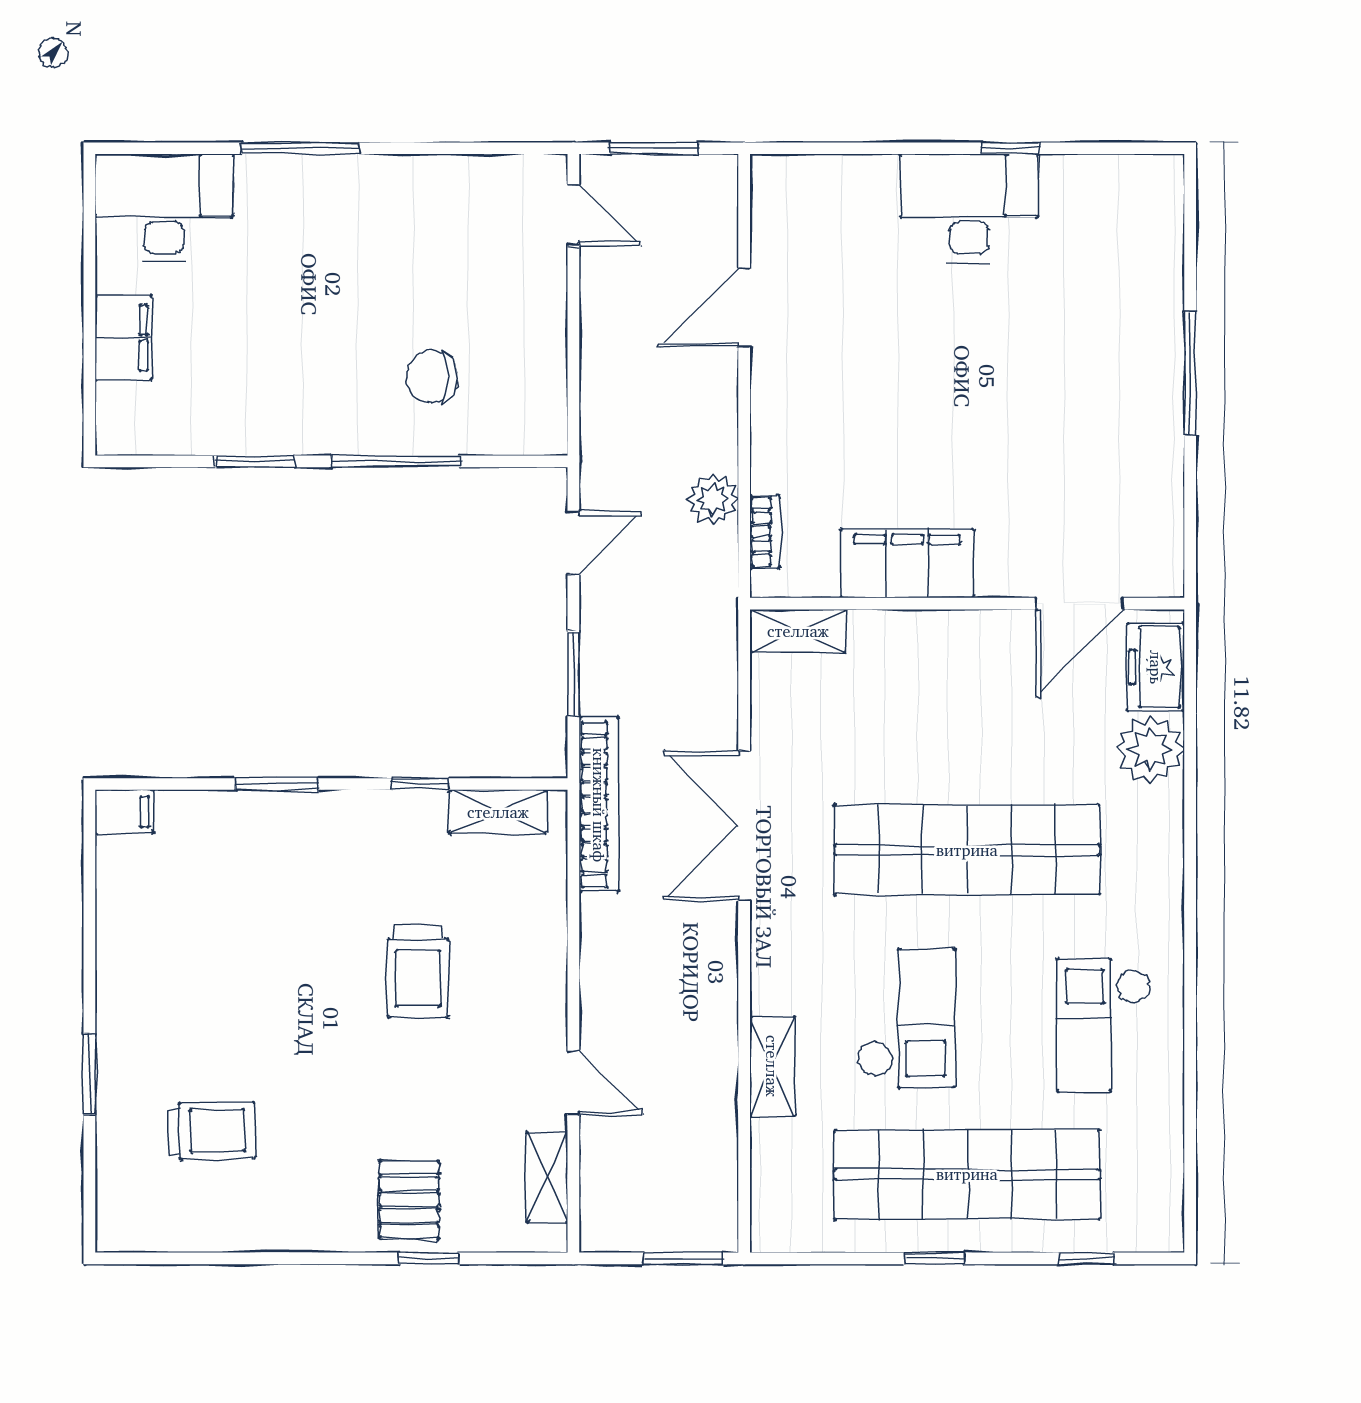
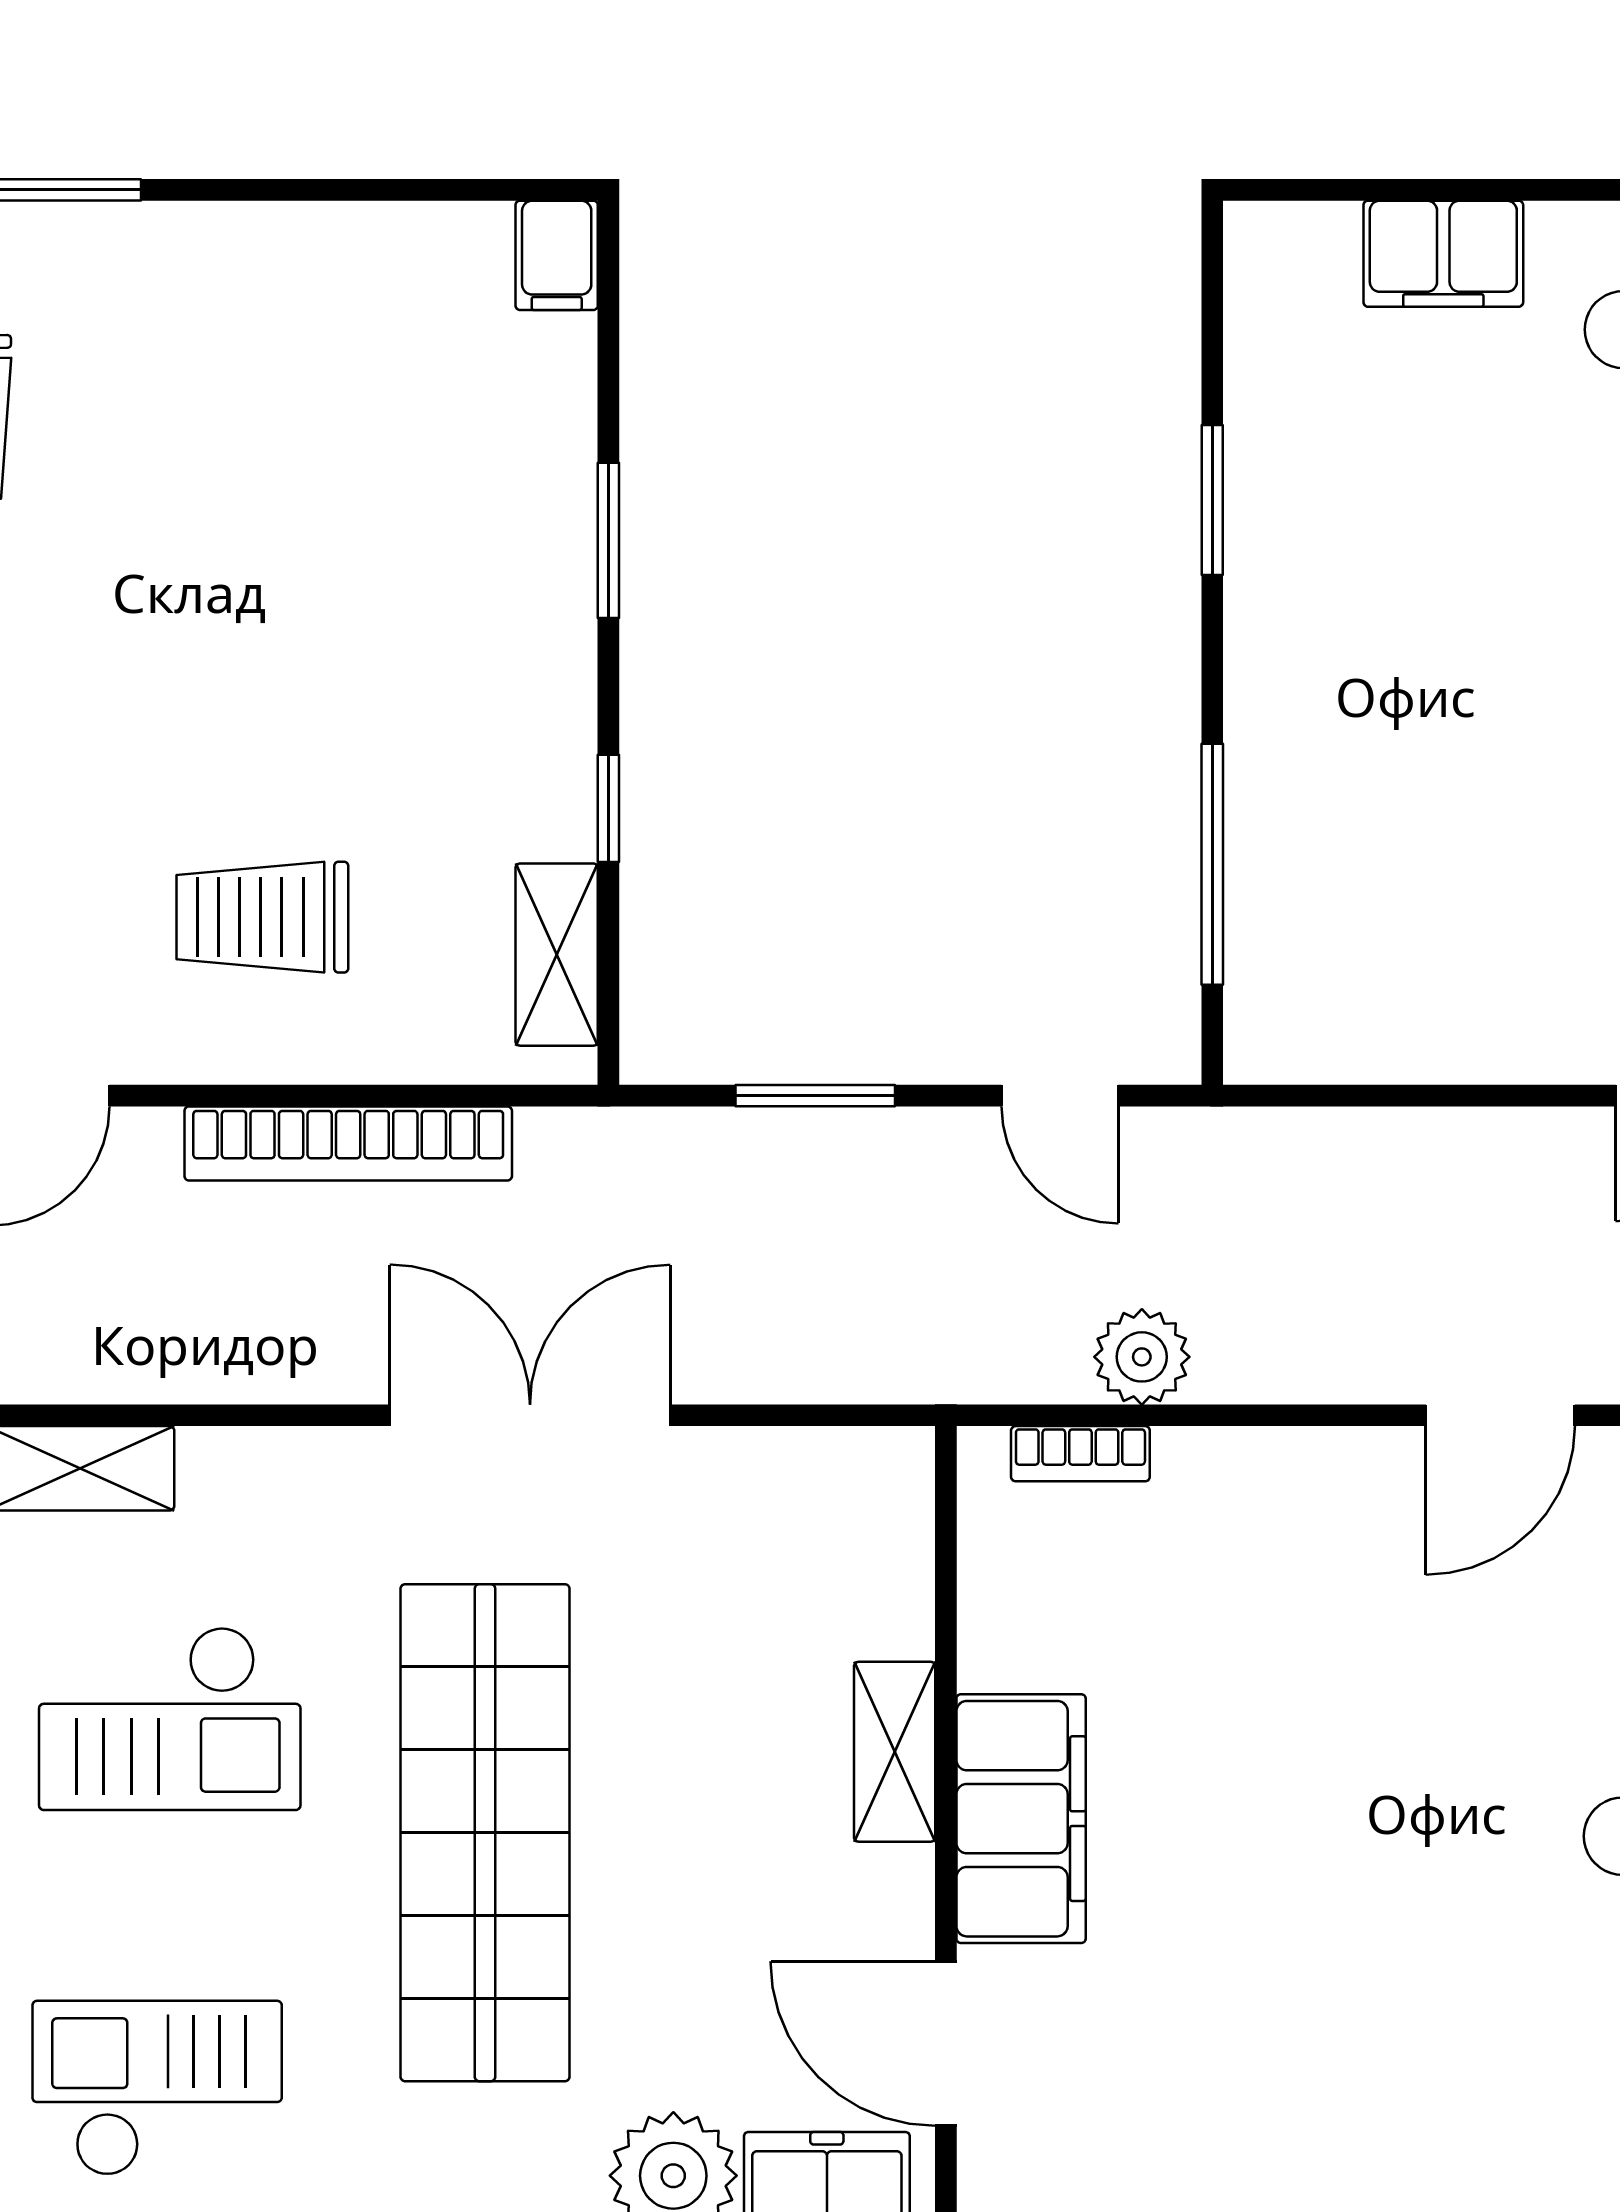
door: (744, 307) -> (1500, 1415), swing flipped
chair: (432, 377) -> (1371, 831), removed
window: (396, 461) -> (1212, 864), moved
filing cabinet: (907, 563) -> (1021, 1819), moved
shelving: (798, 631) -> (895, 1752), moved
bookcase: (599, 805) -> (348, 1143), moved
trolley: (418, 972) -> (262, 917), moved

